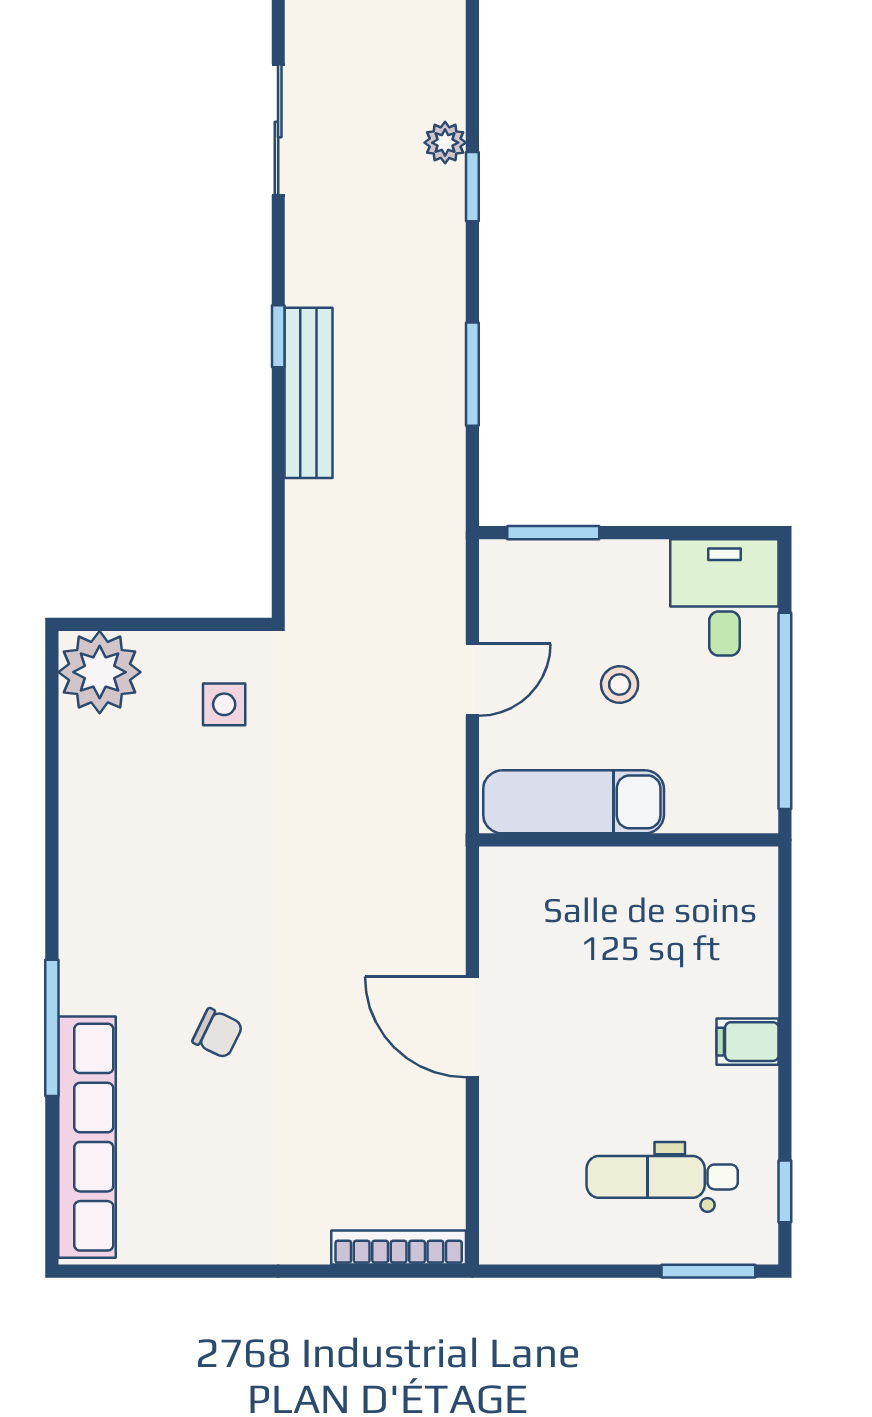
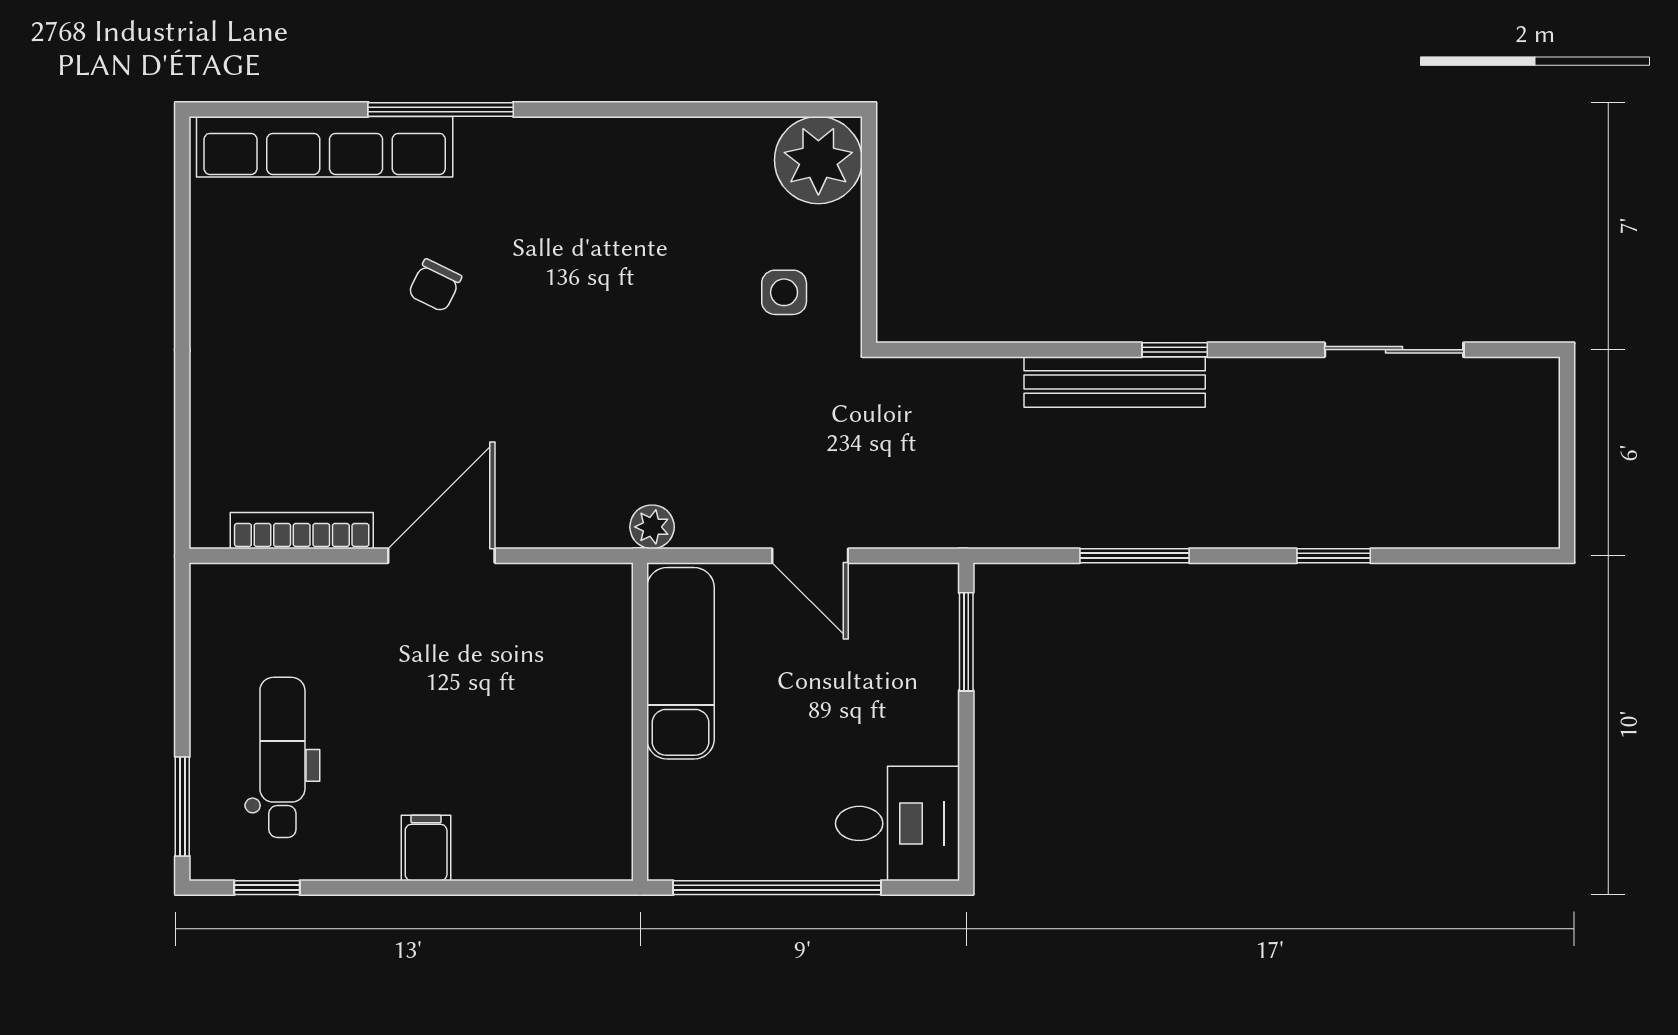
plant: (445, 143) -> (652, 527), moved
stool: (620, 685) -> (805, 712), removed
bookcase: (399, 1248) -> (302, 531), moved, turned -90

